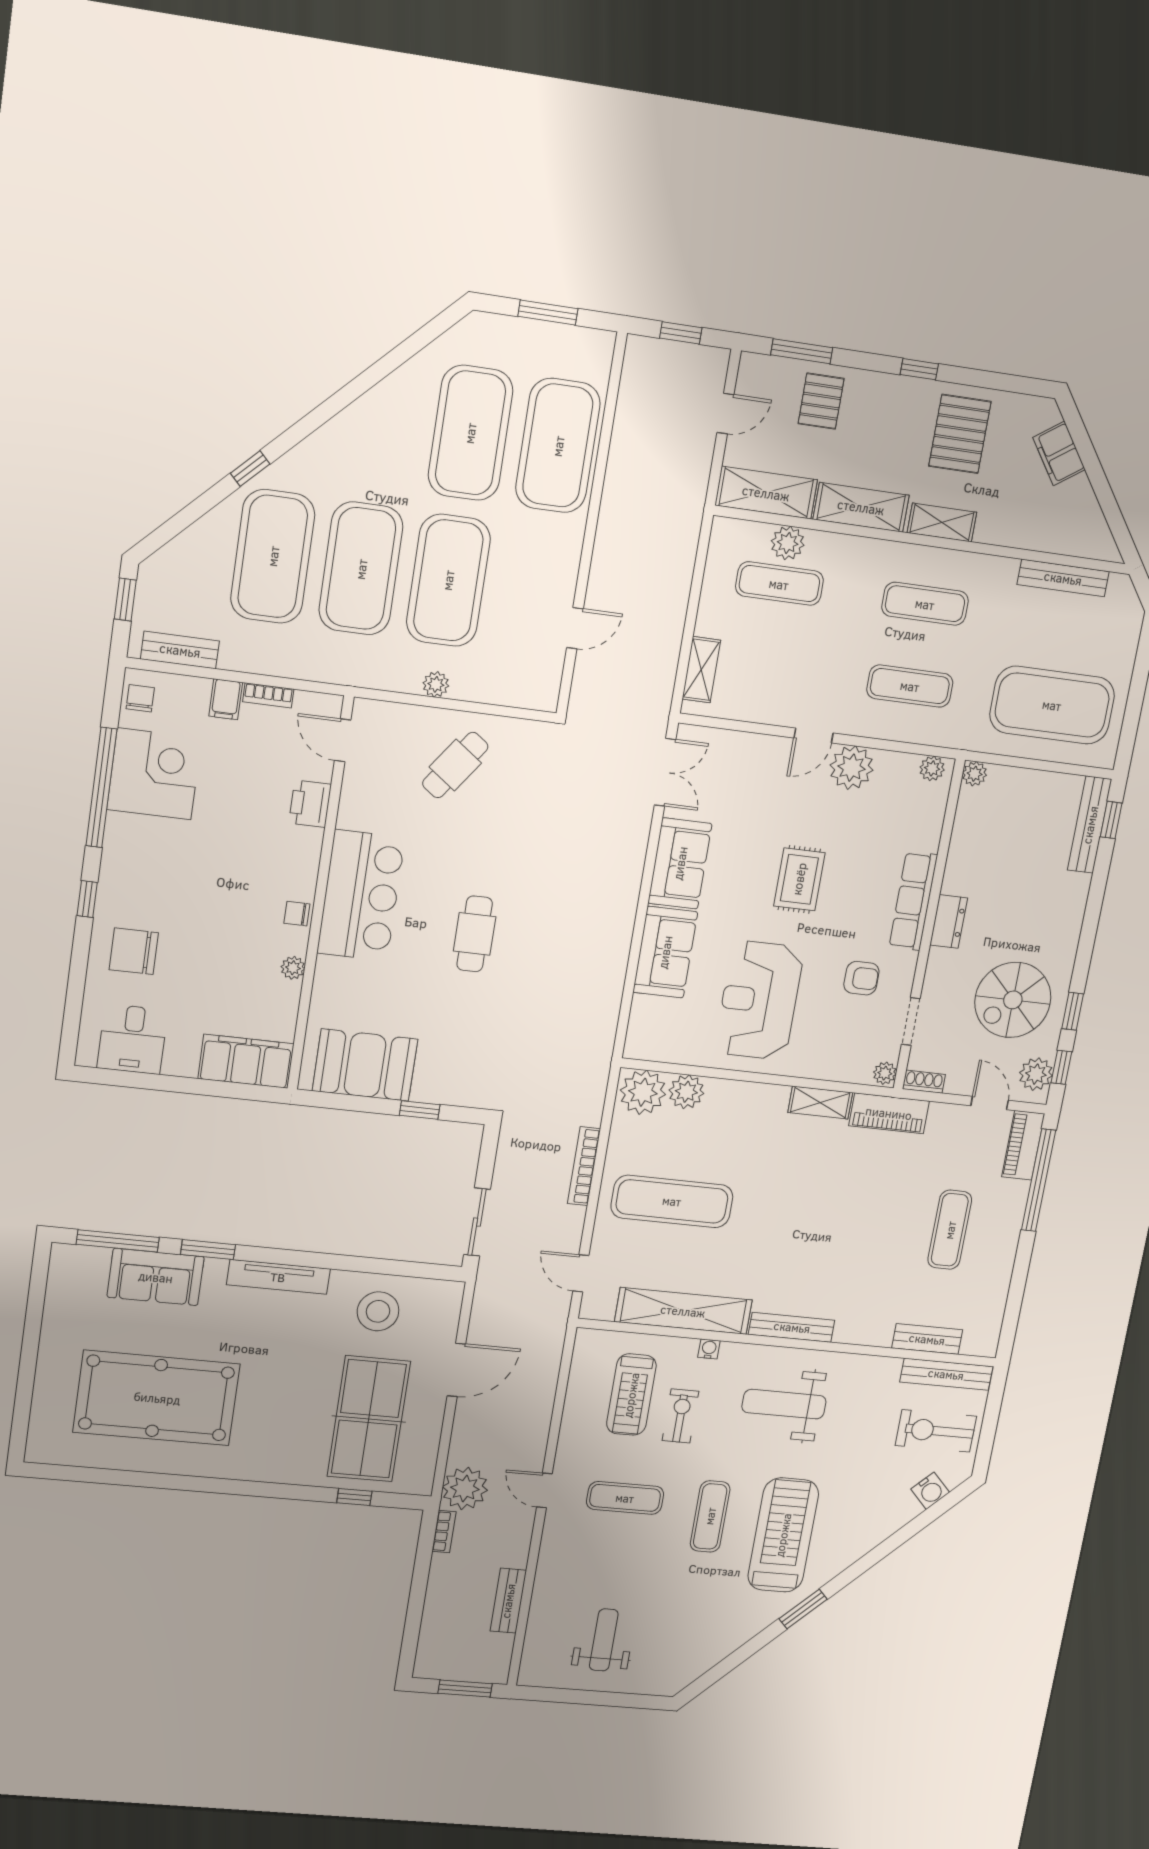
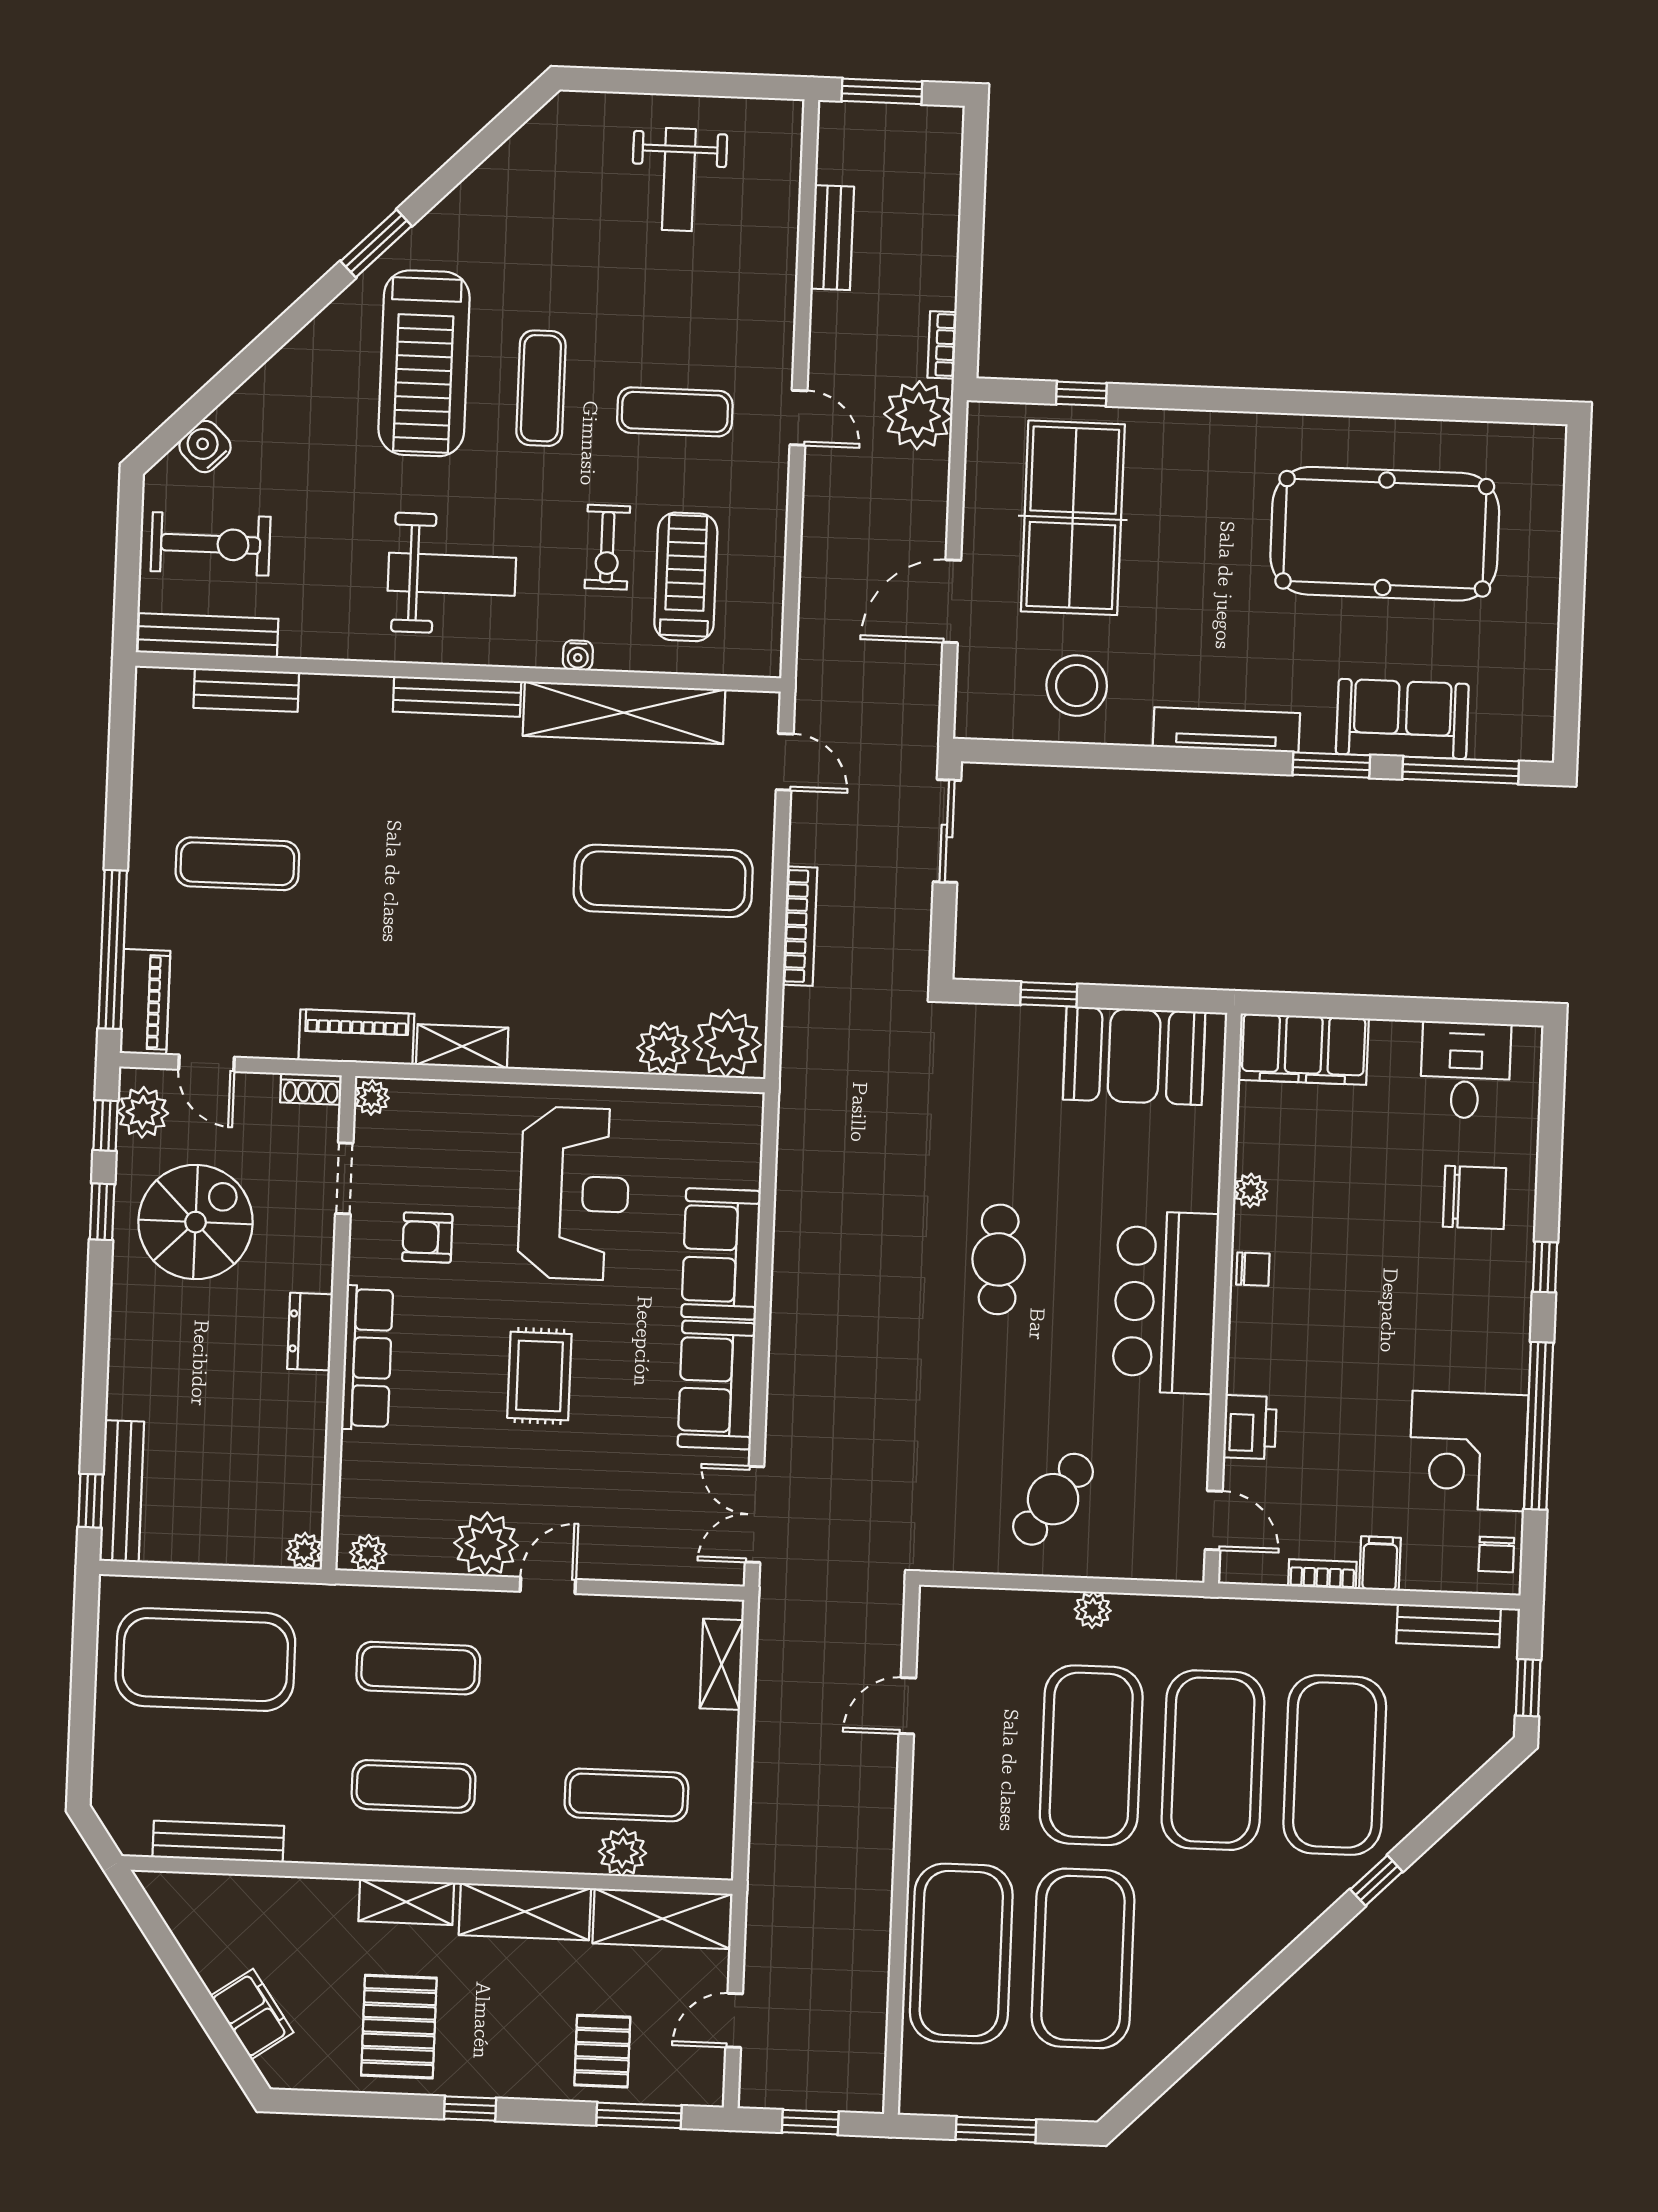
exercise mat: (950, 1230) -> (237, 864), turned 90

